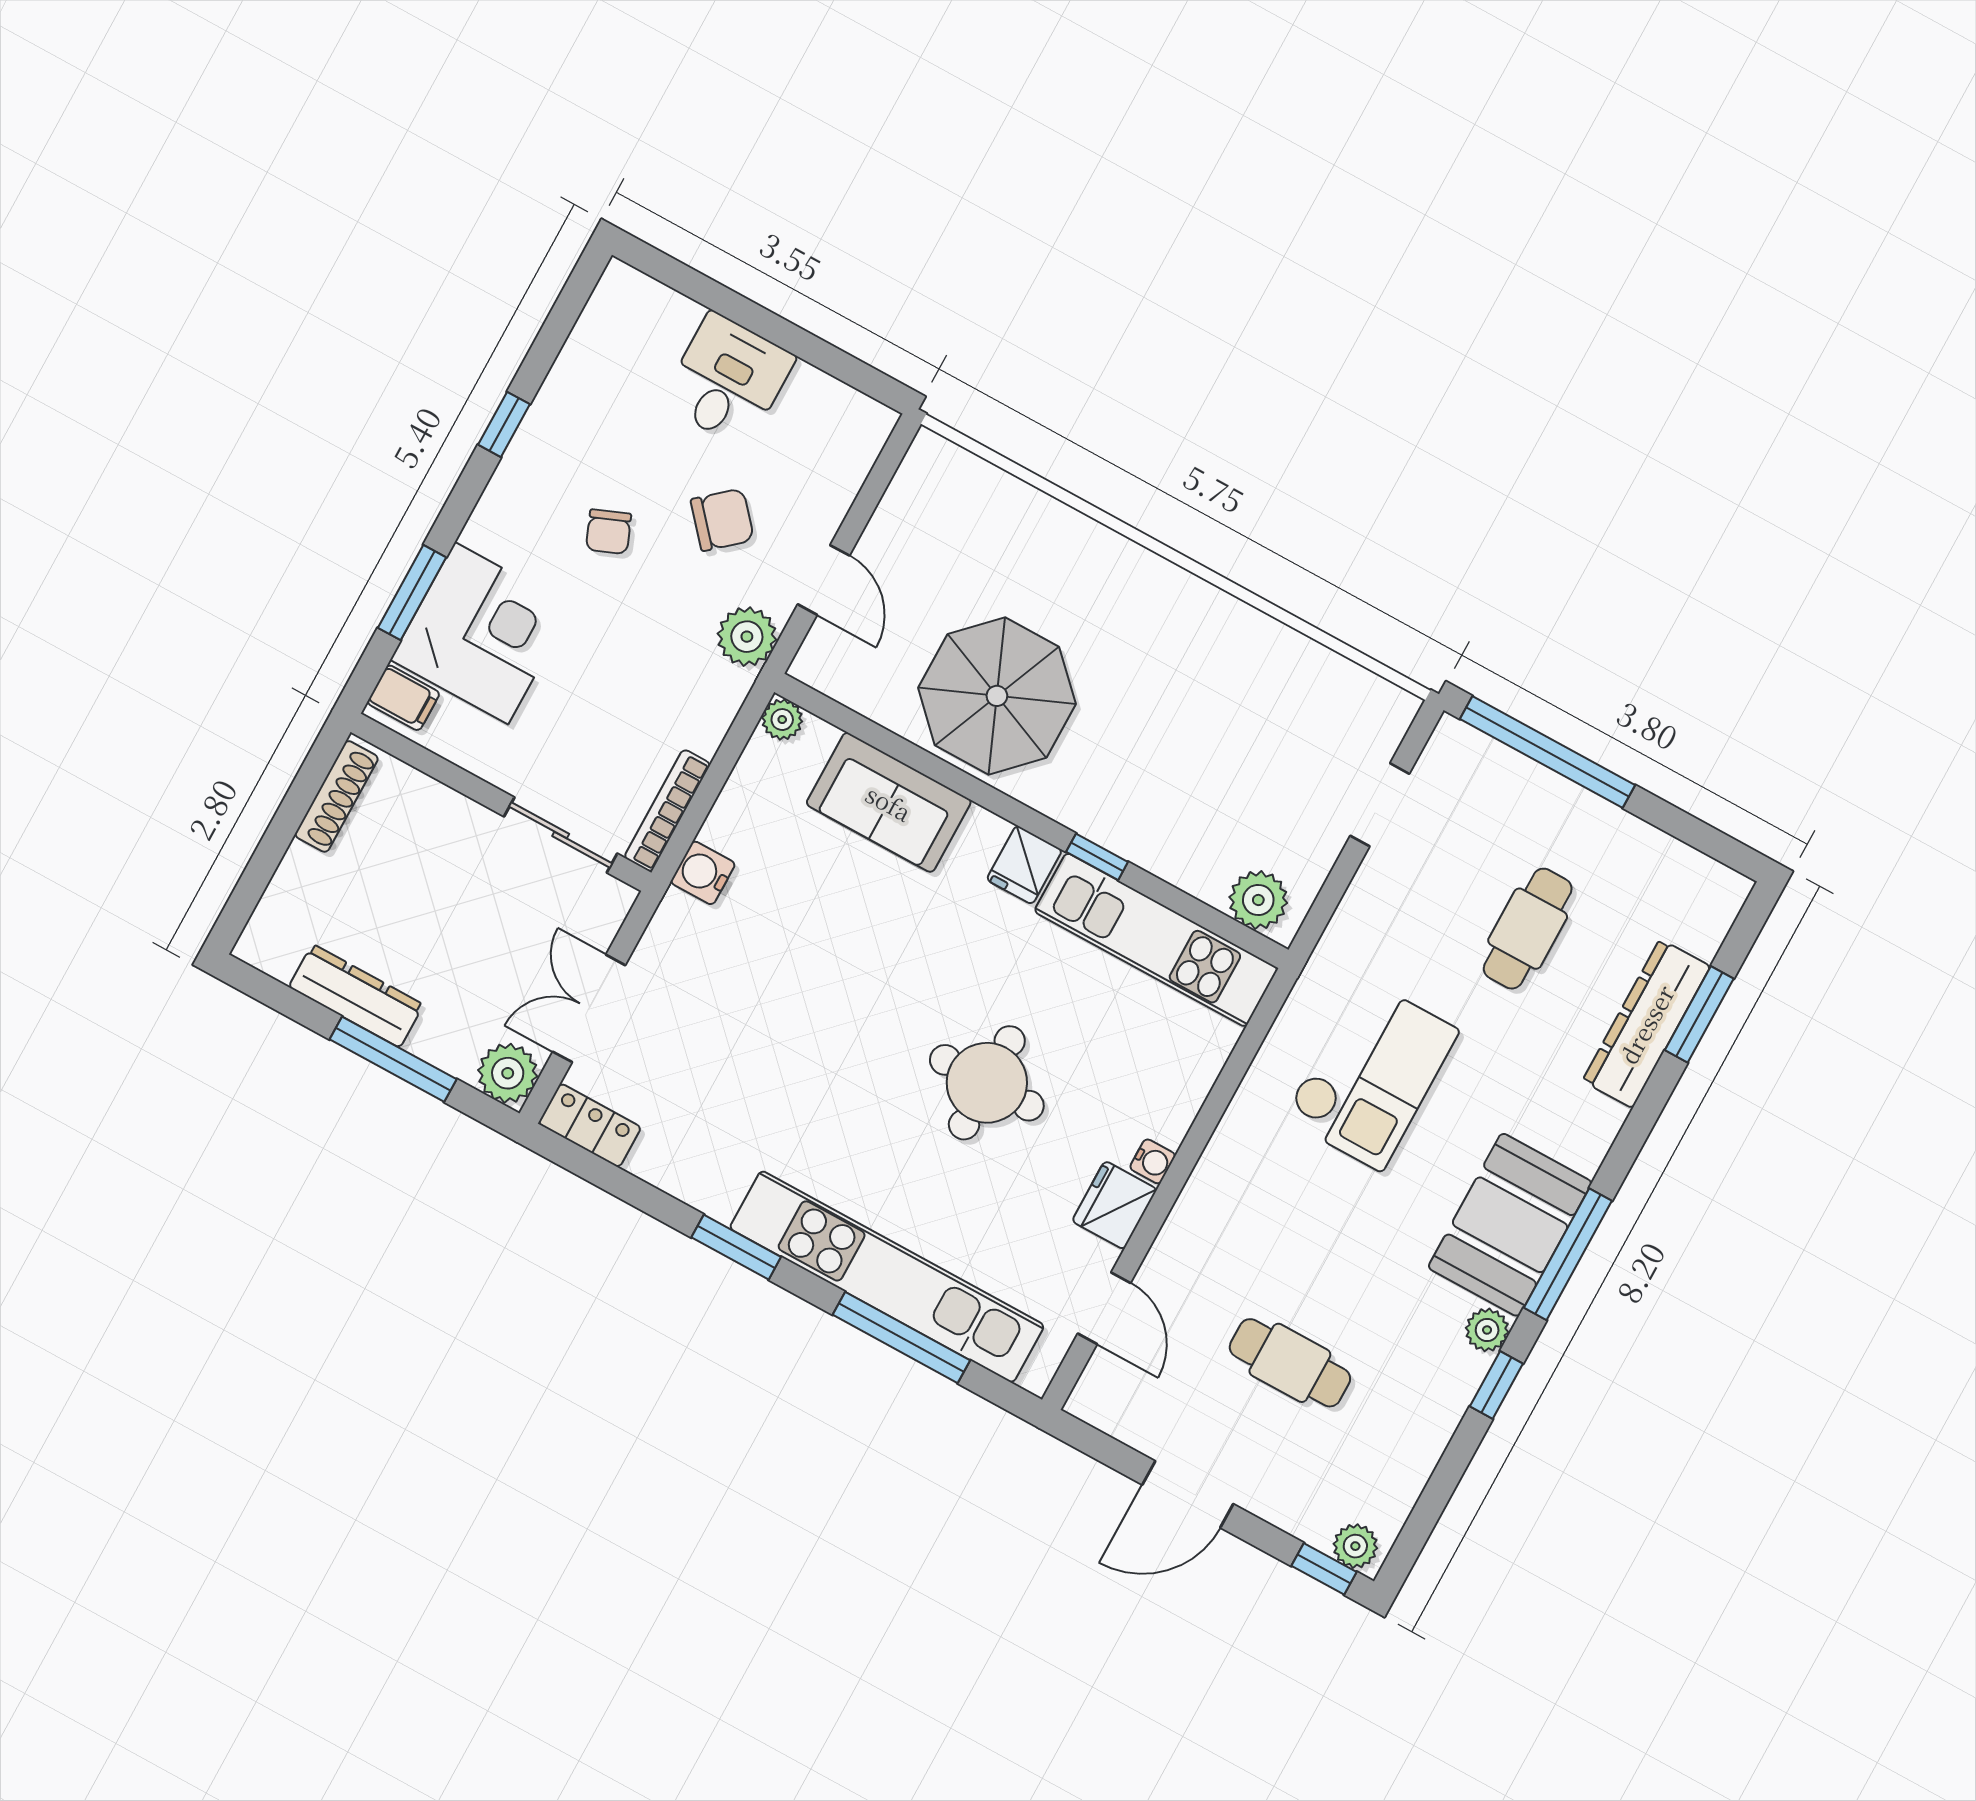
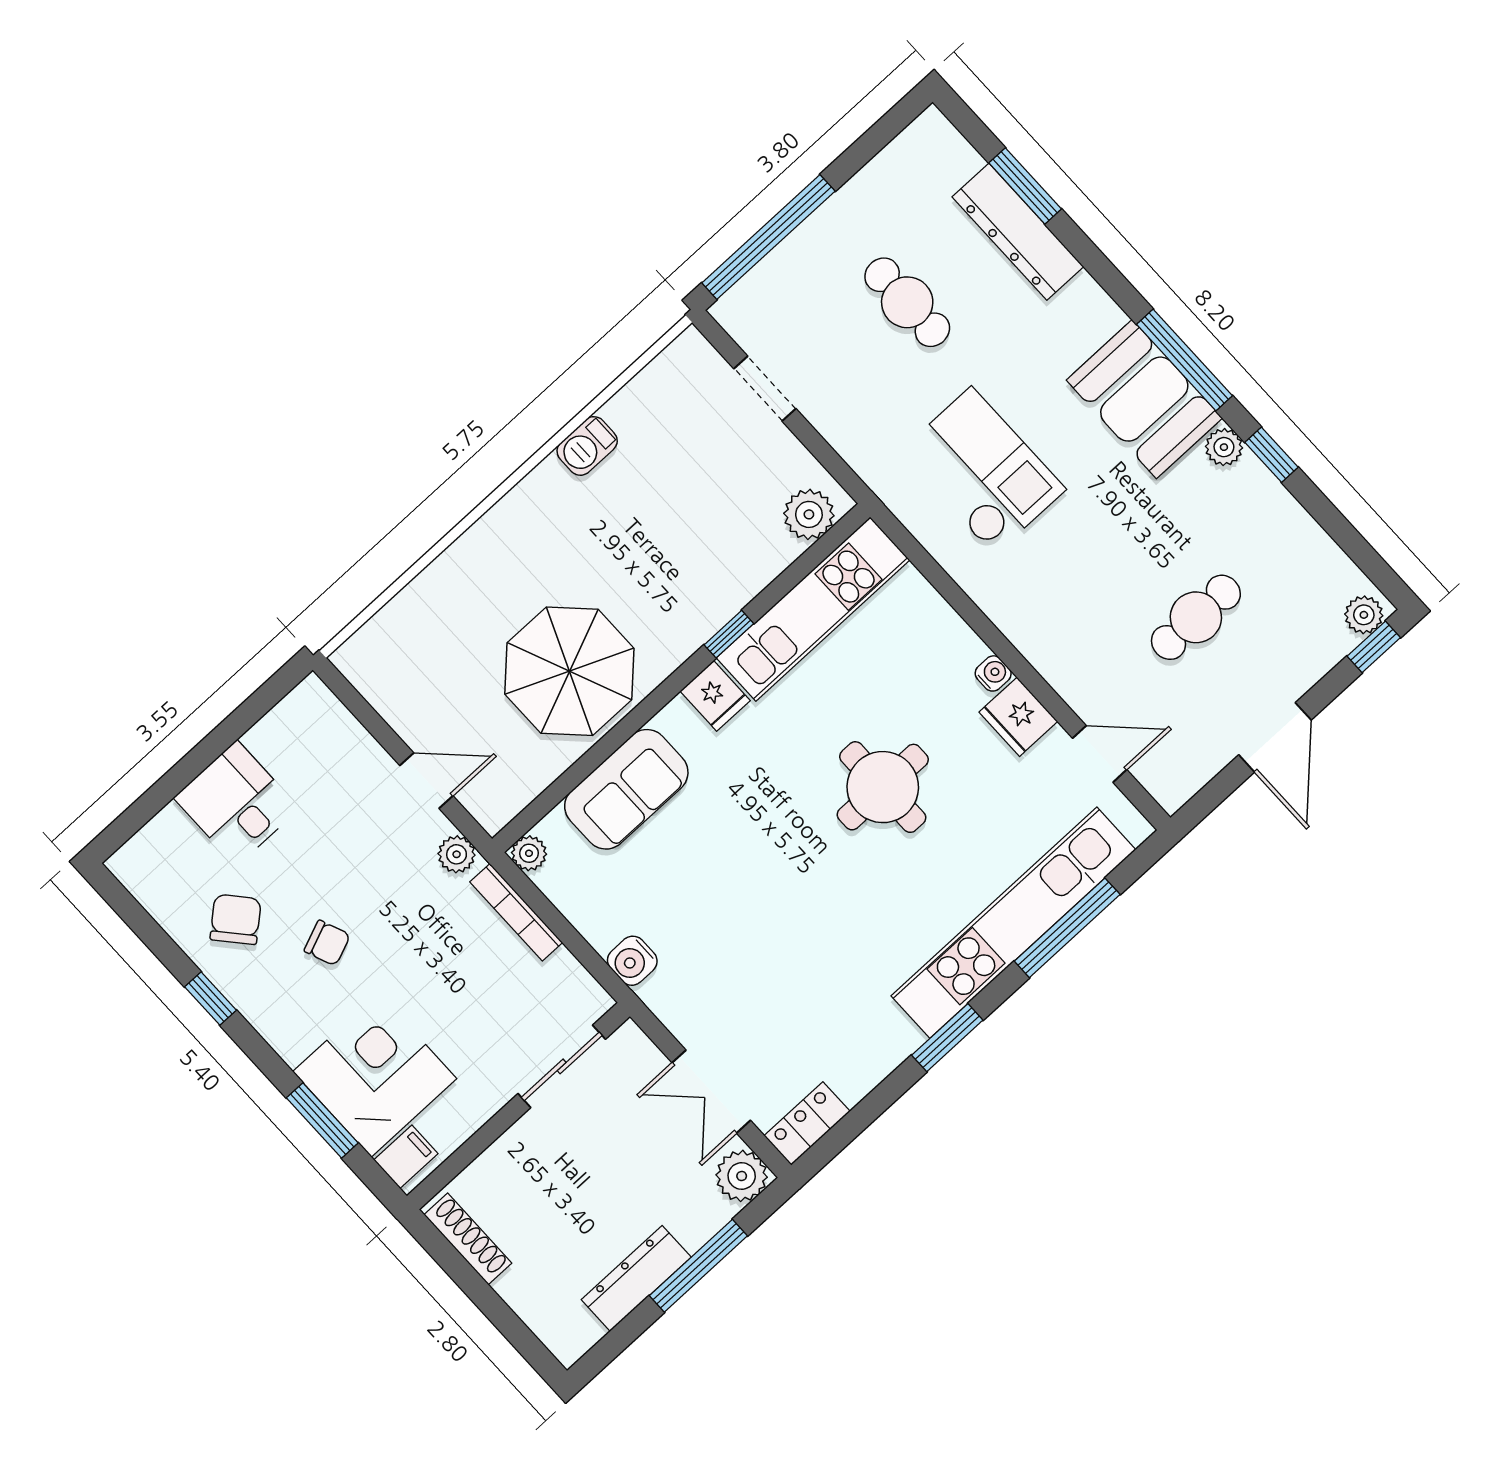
chair: (722, 520) -> (236, 919), moved
barbecue: (1251, 631) -> (587, 446), added
plant: (747, 637) -> (457, 854), width x0.73, depth x0.73
bookcase: (667, 811) -> (516, 912), moved

